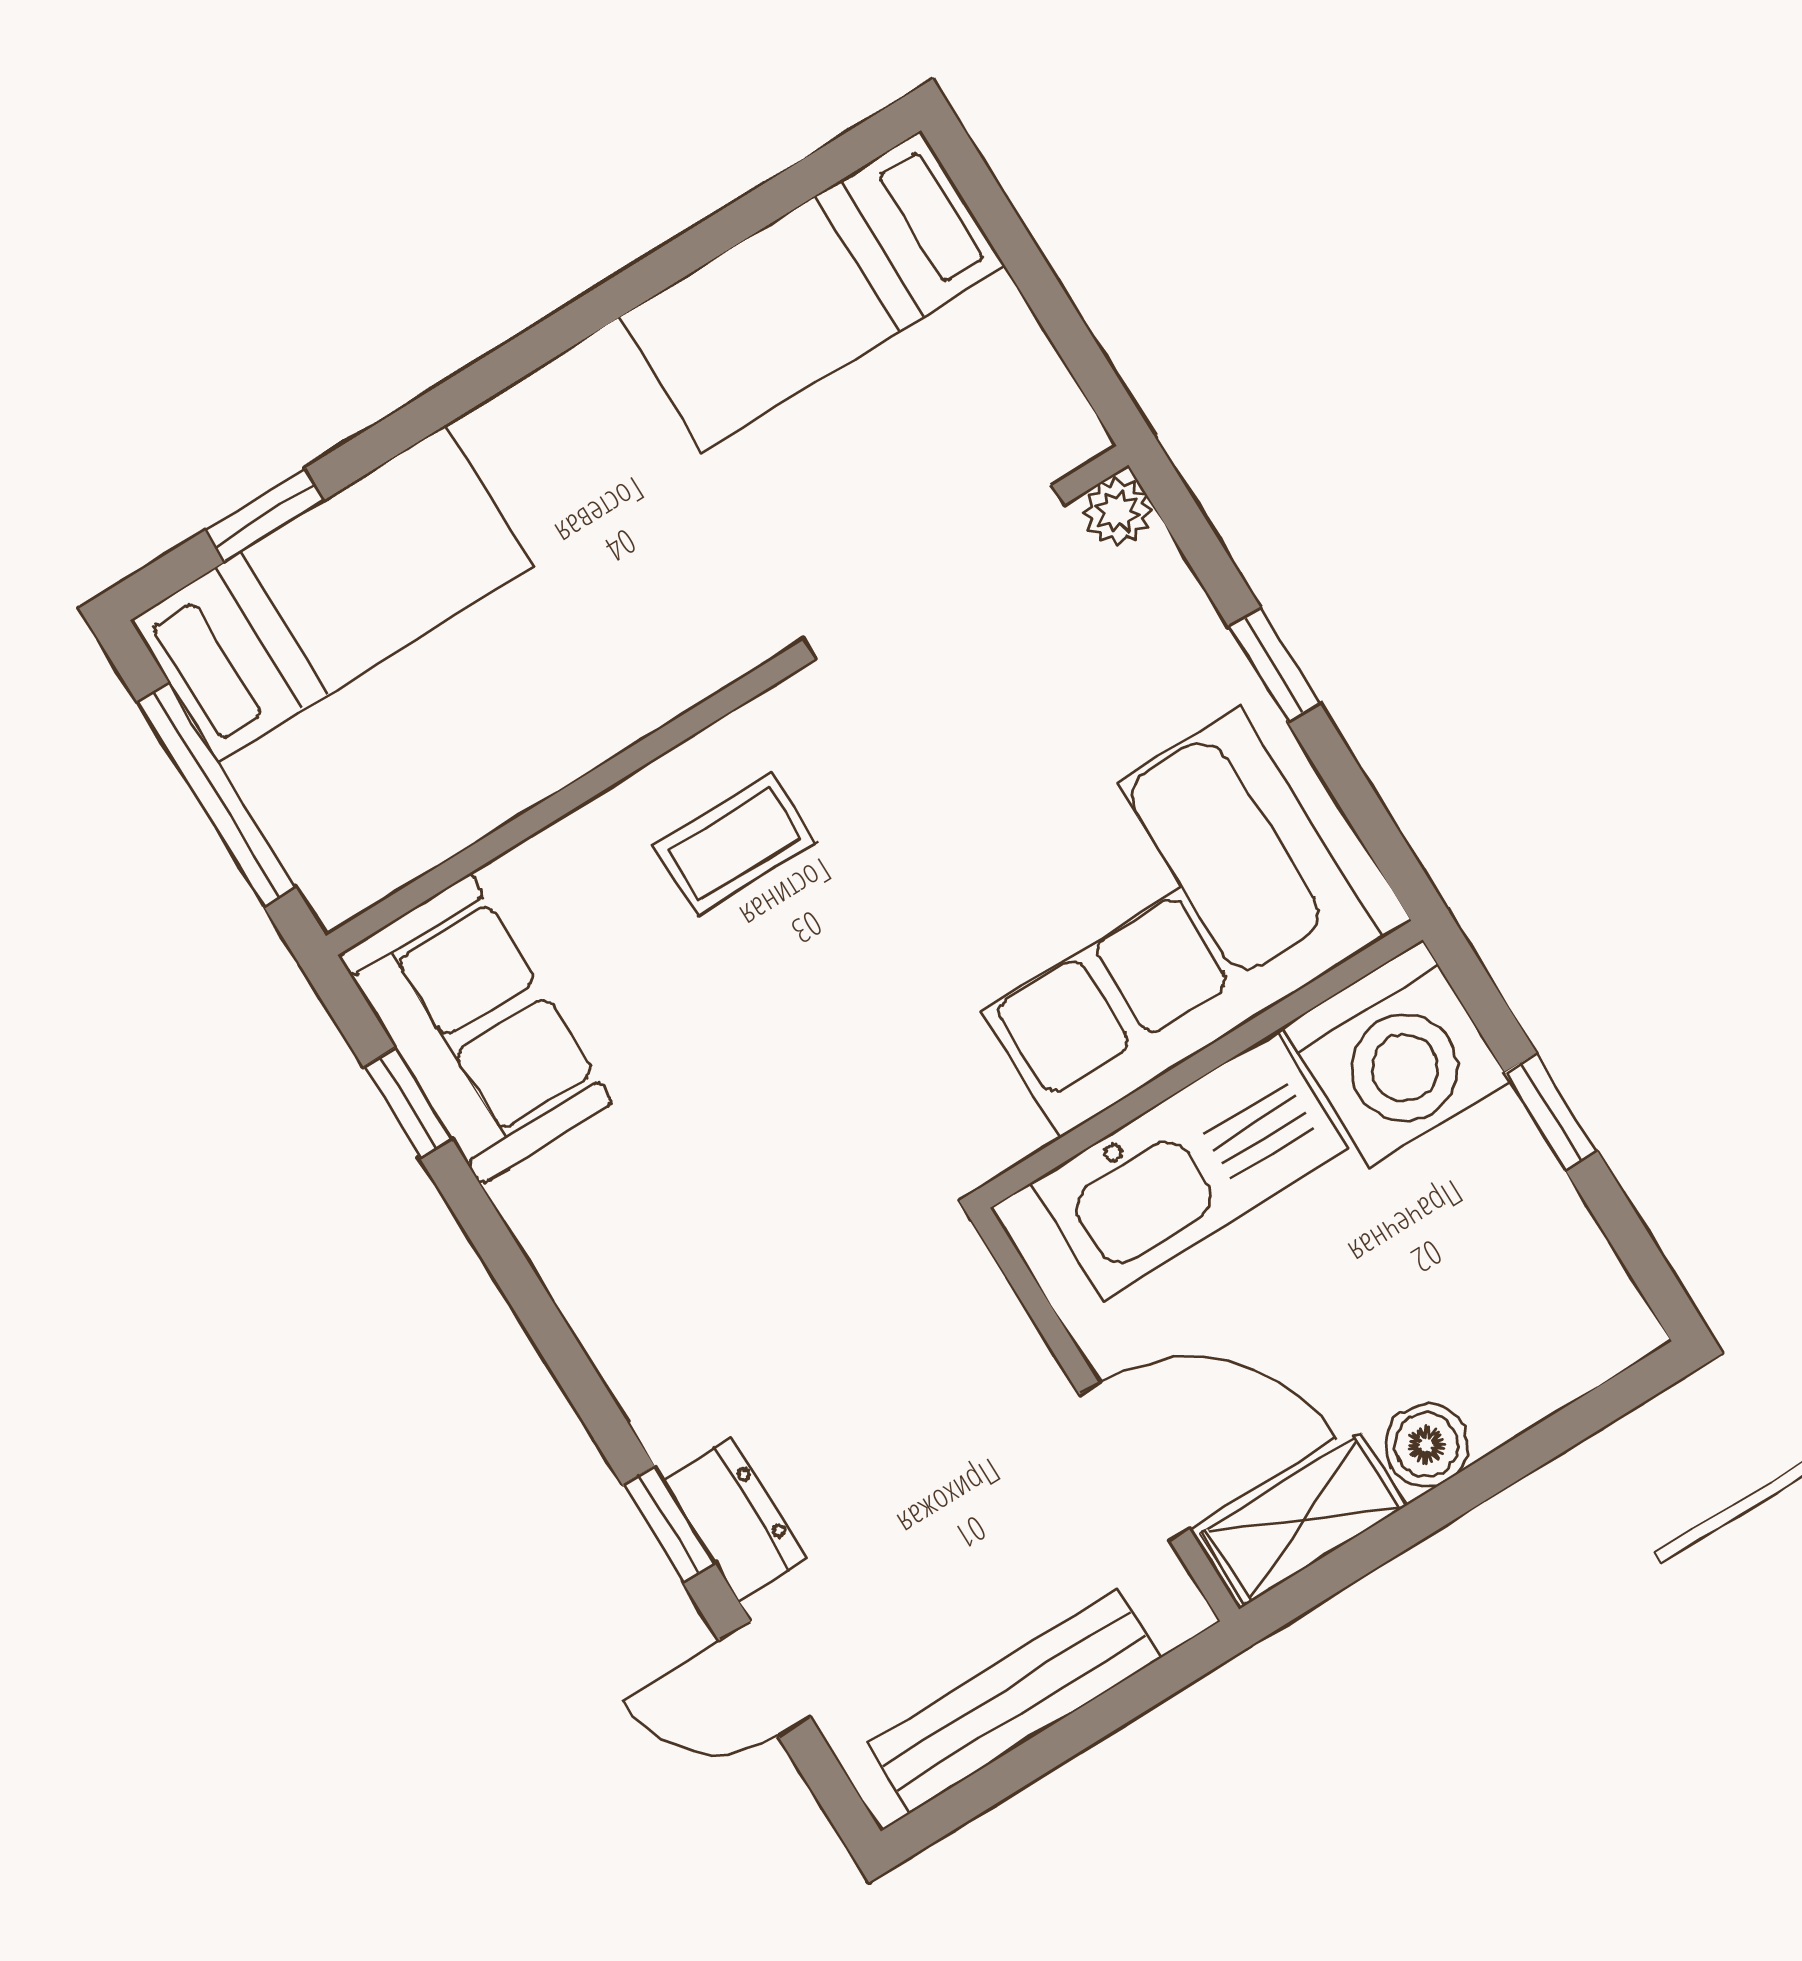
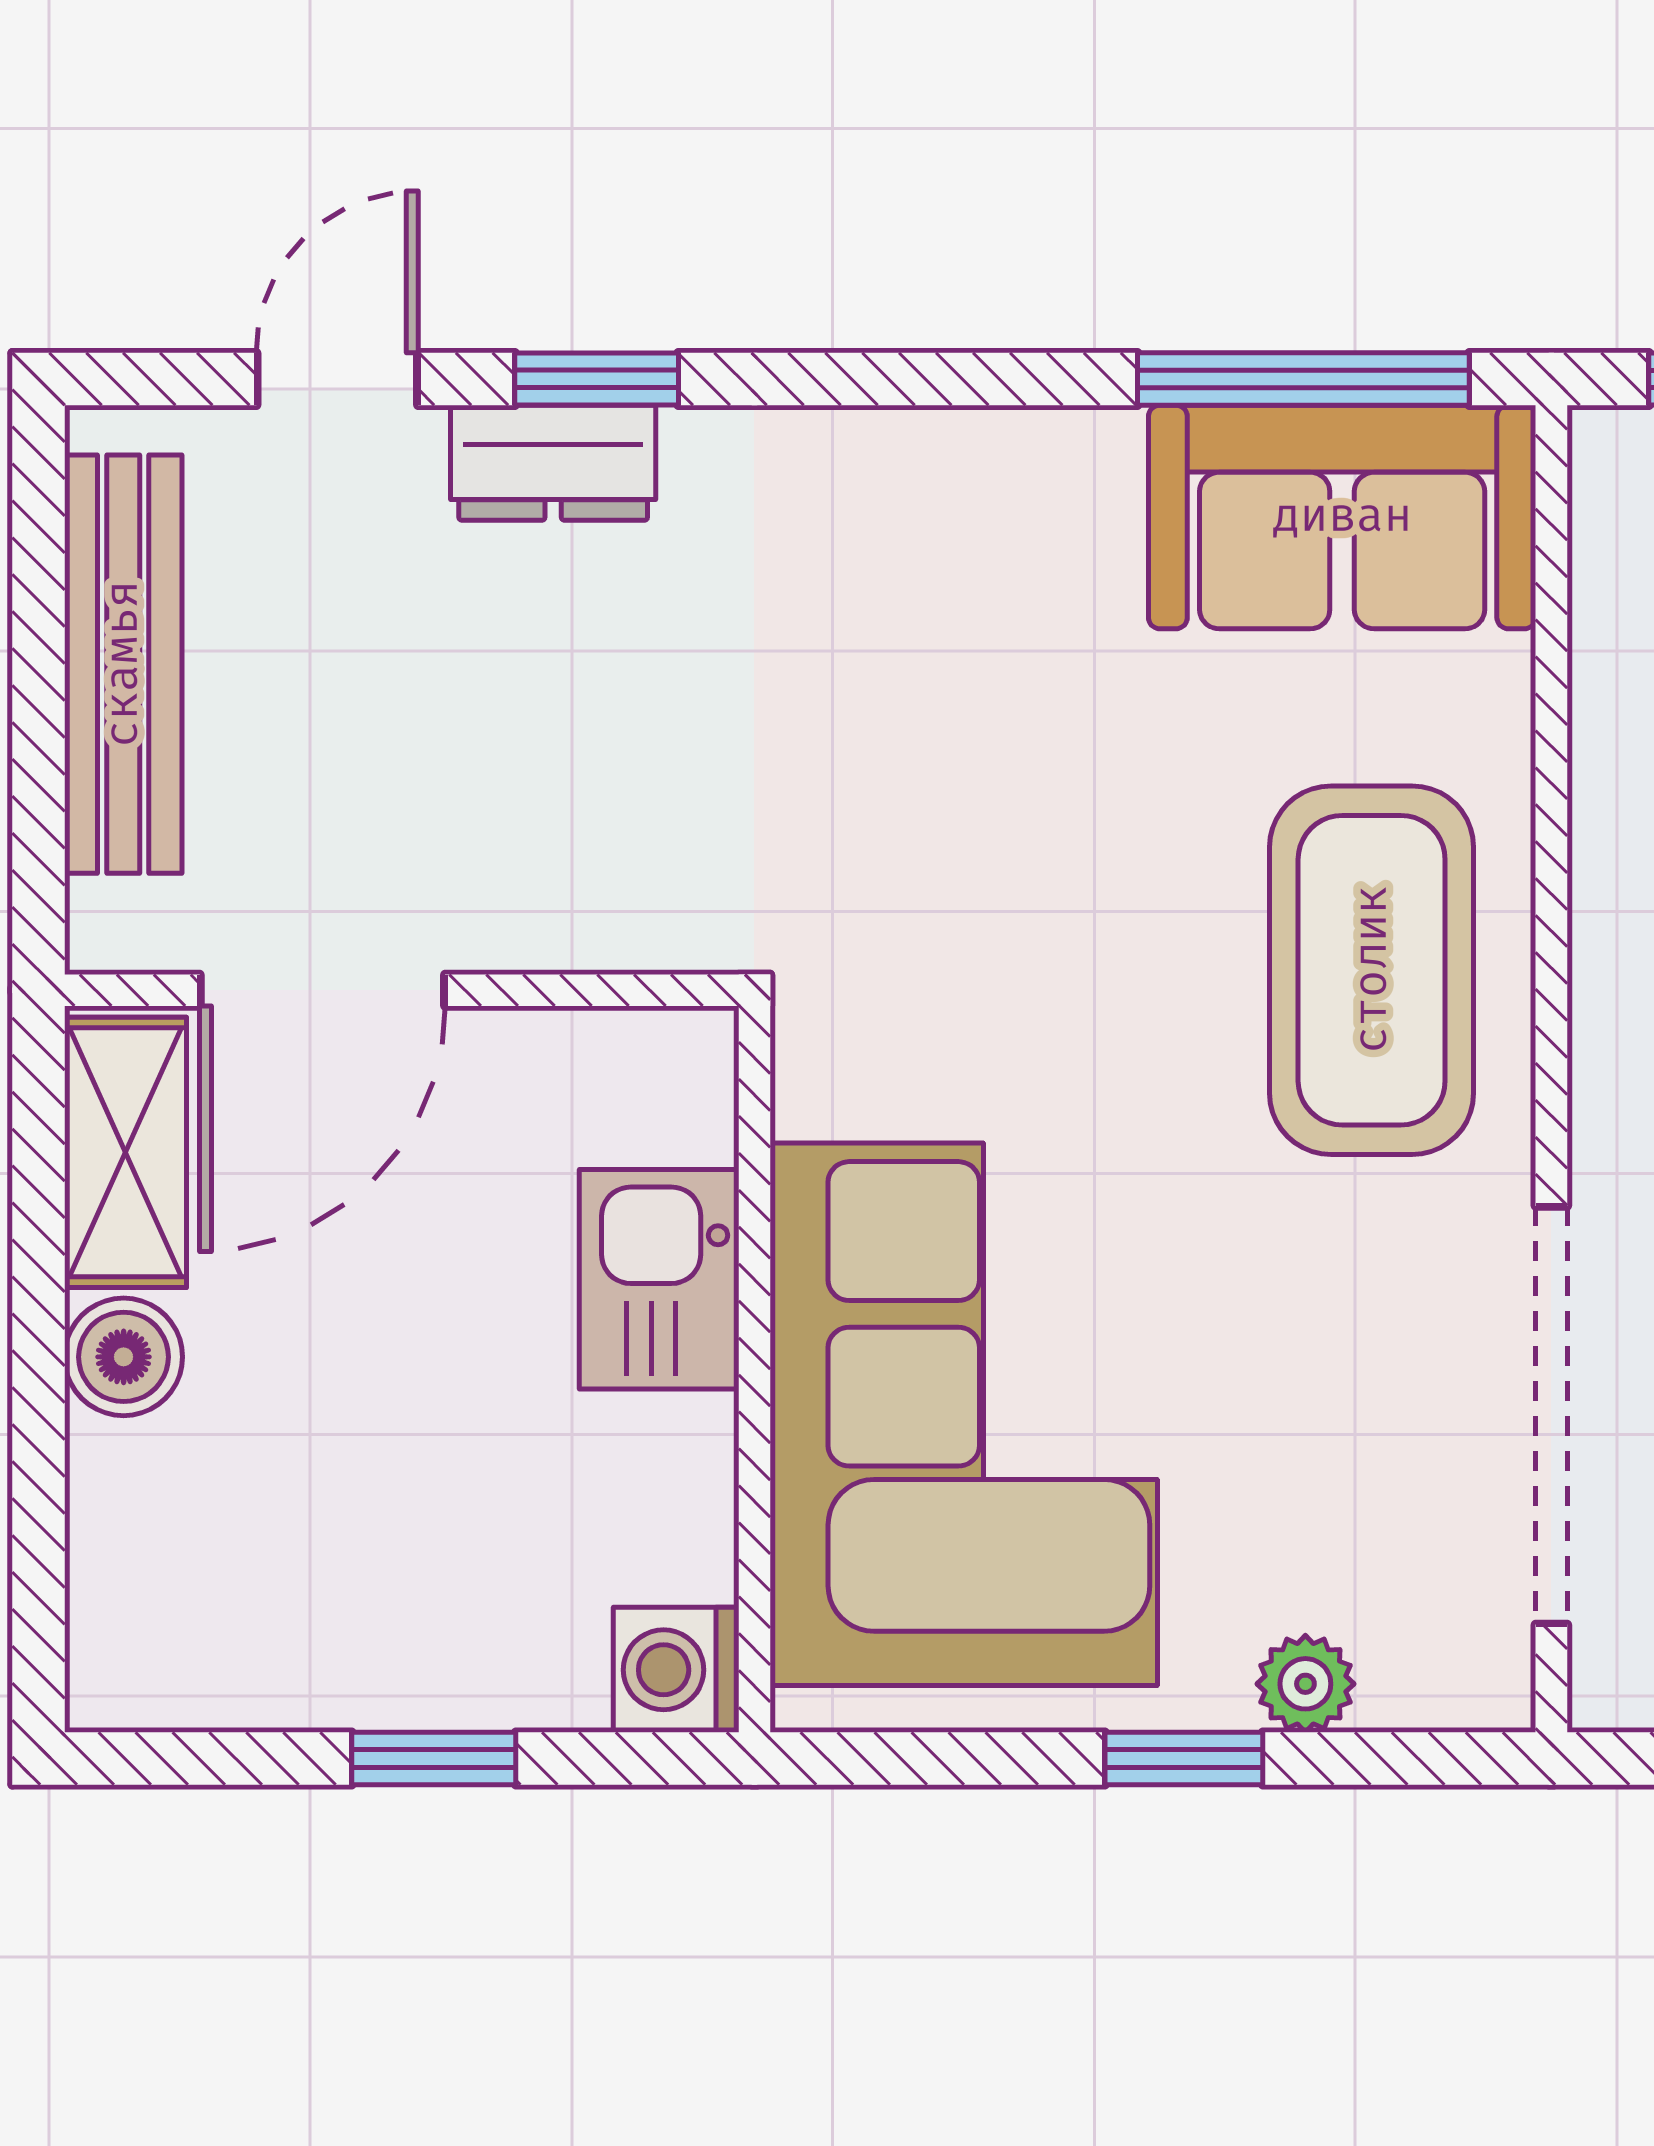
plant: (1117, 512) -> (1305, 1684), moved
coffee table: (735, 844) -> (1372, 970), width x1.86, depth x1.72
washing machine: (1396, 1054) -> (676, 1670), width x0.53, depth x0.53
window: (408, 1103) -> (1303, 379), width x2.17
kitchen sink: (1189, 1166) -> (659, 1279), width x0.53, depth x0.81

